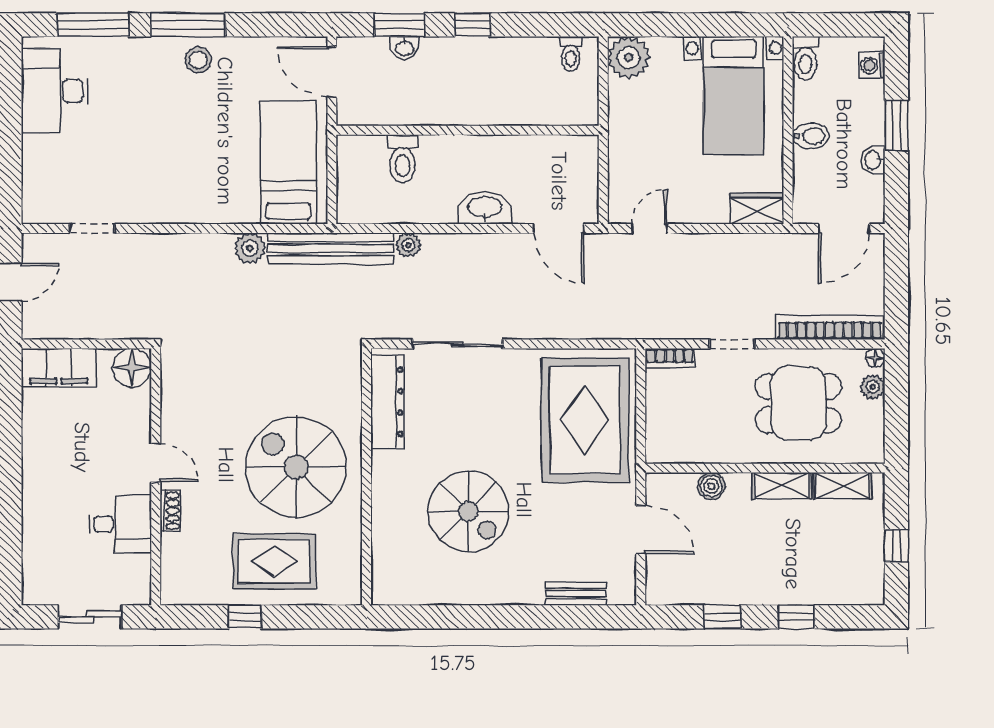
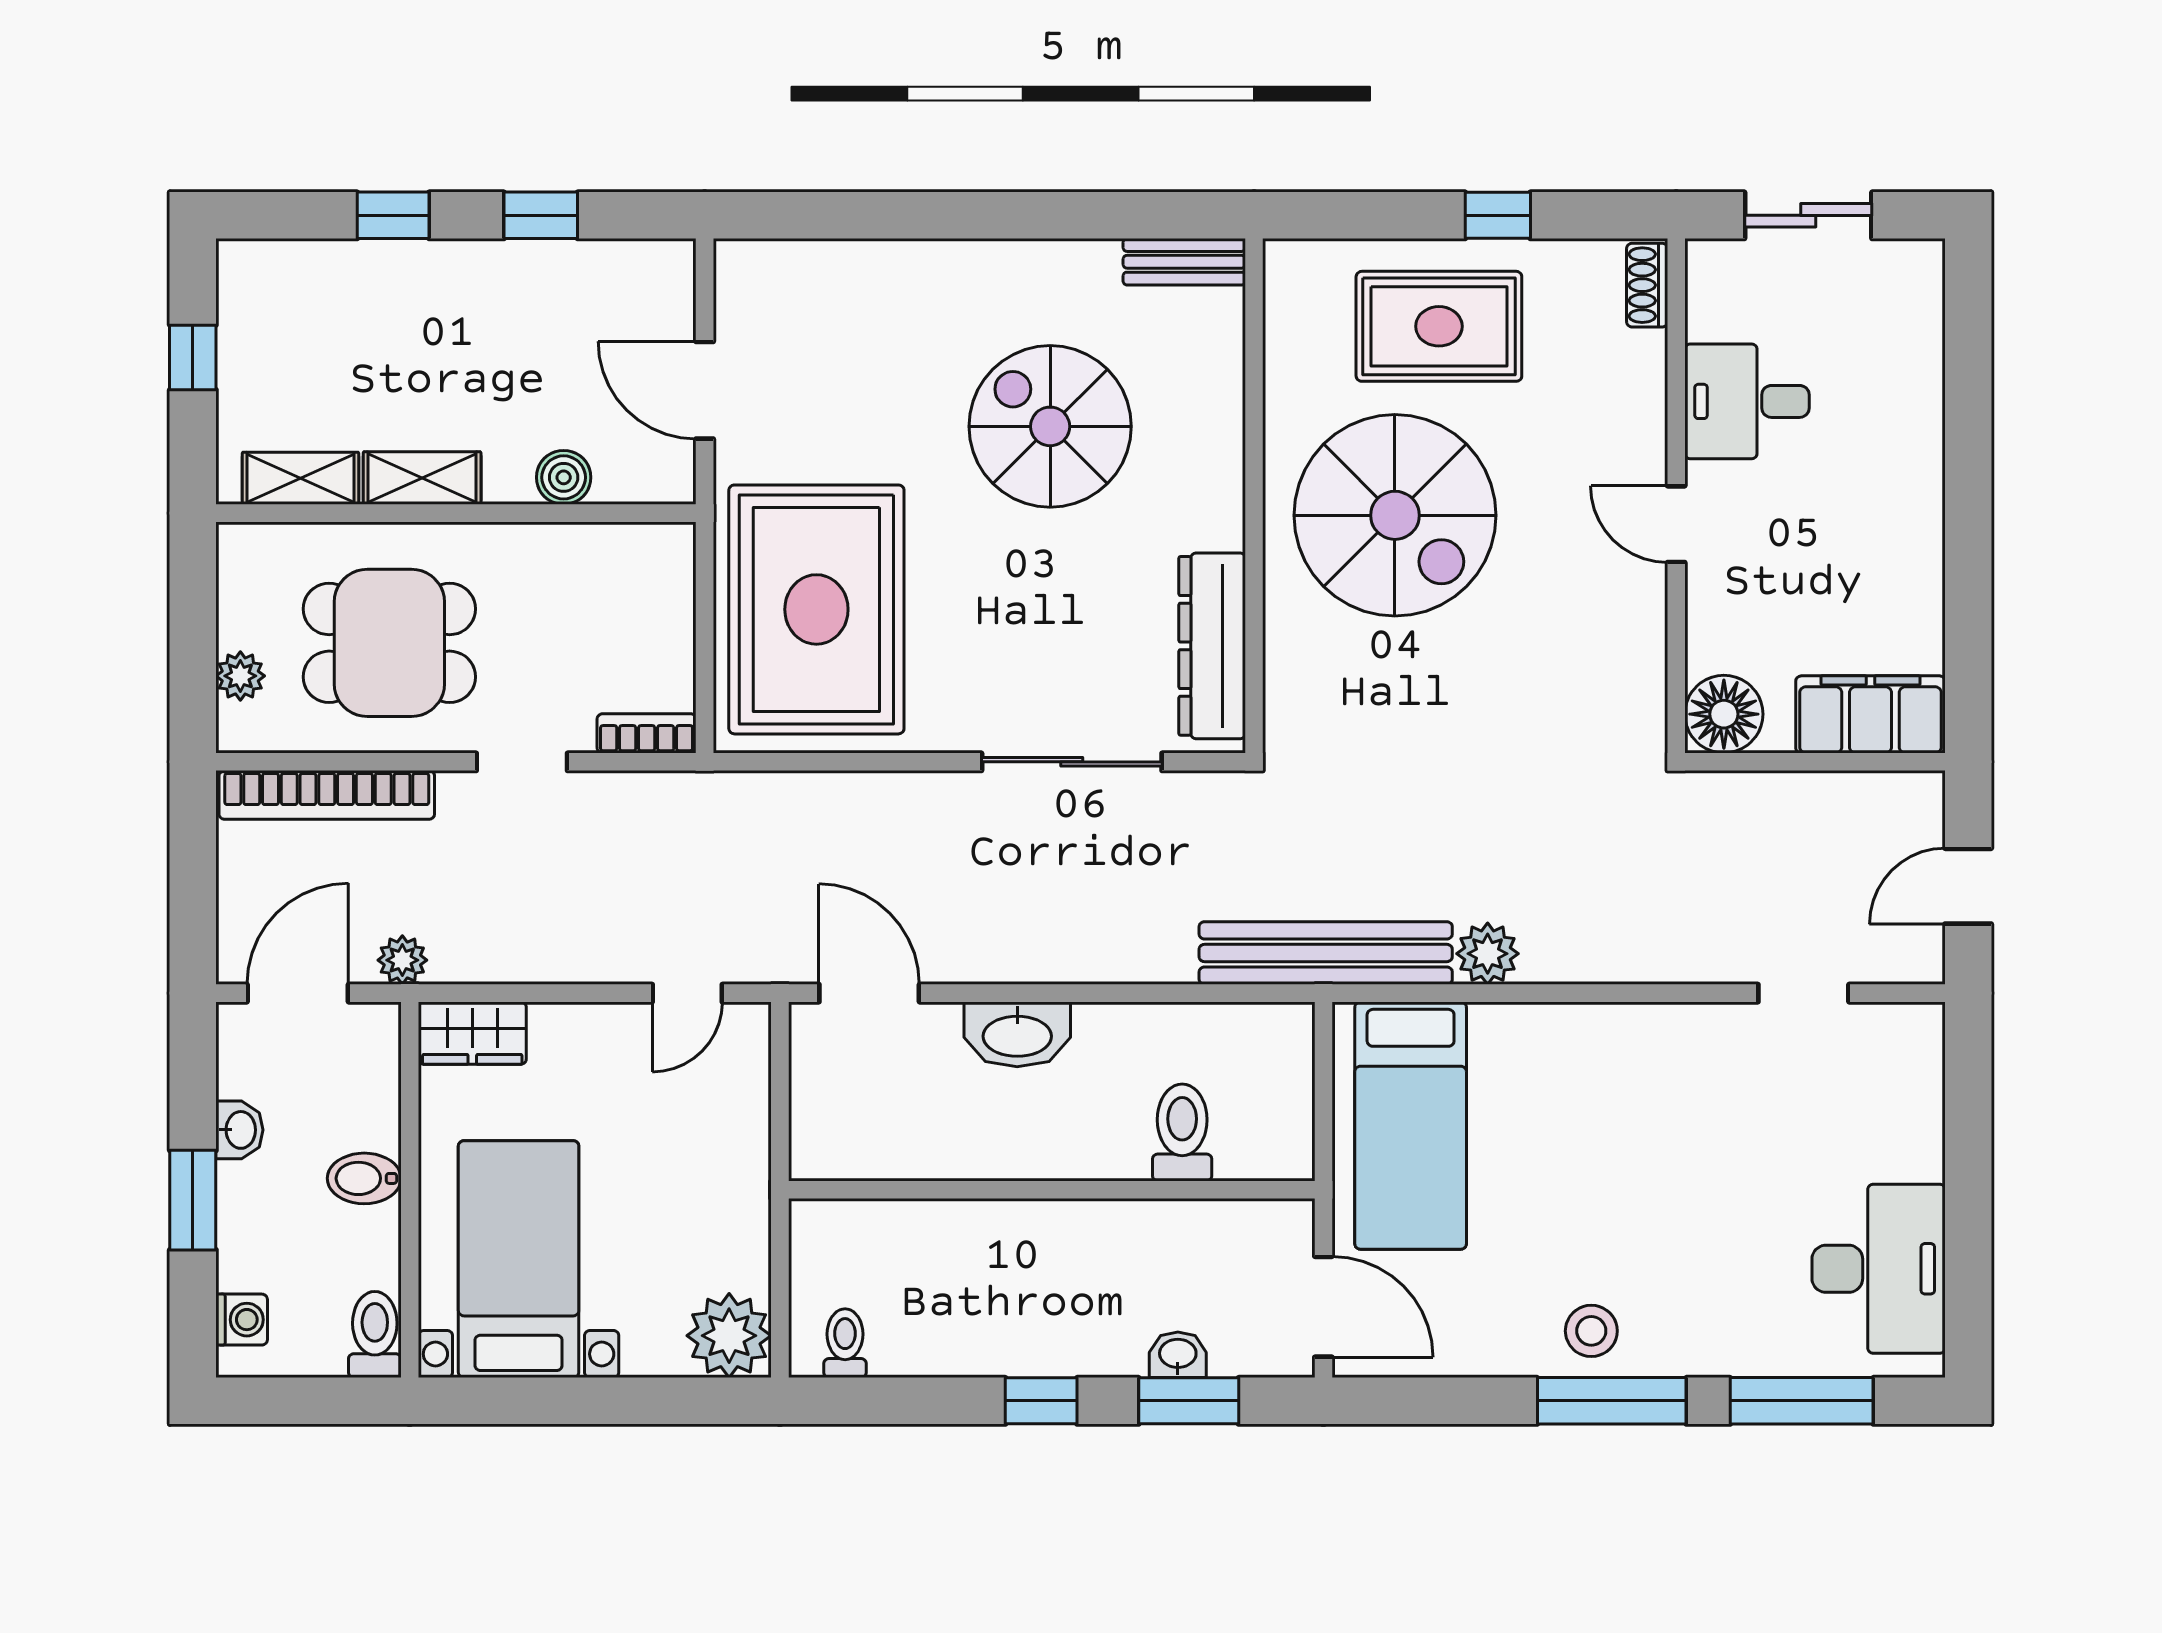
plant: (408, 245) -> (402, 960), moved
floor lamp: (875, 358) -> (235, 734), removed
shoe rack: (170, 511) -> (1647, 285), moved
bench: (576, 594) -> (1184, 262), moved

